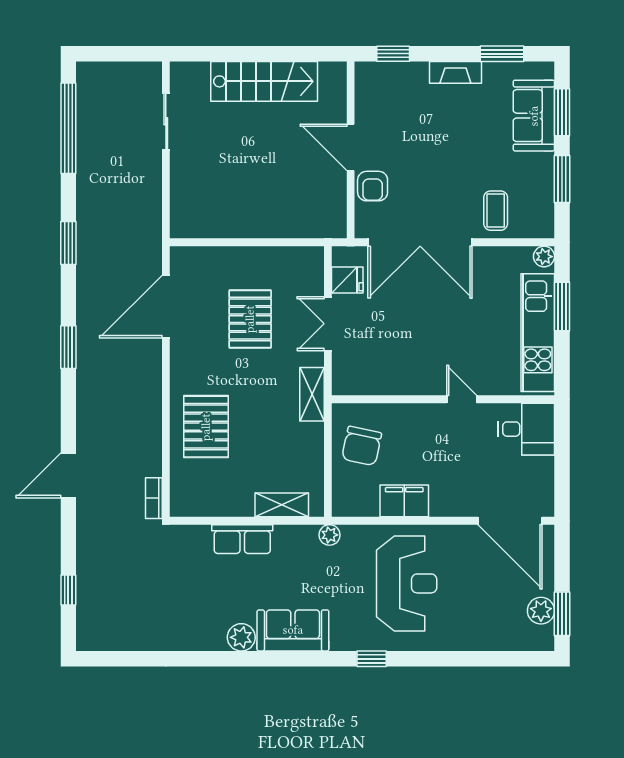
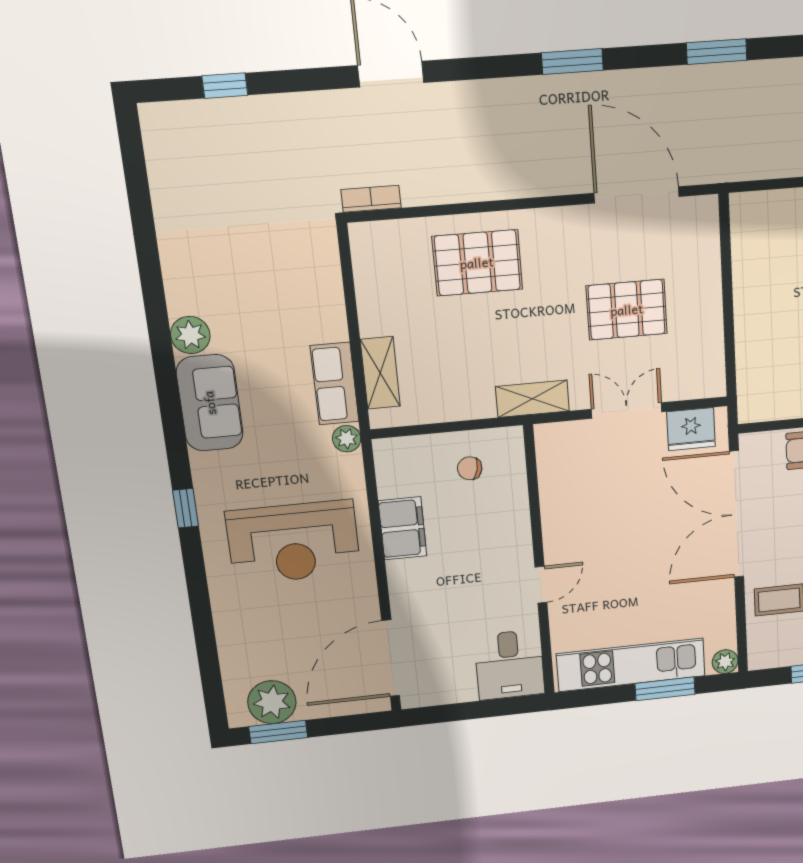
fridge: (347, 280) -> (691, 429), width x1.38
chair: (362, 446) -> (470, 468), width x0.54, depth x0.54
row of seats: (242, 539) -> (335, 384), moved
plant: (541, 611) -> (272, 702), width x1.36, depth x1.36

